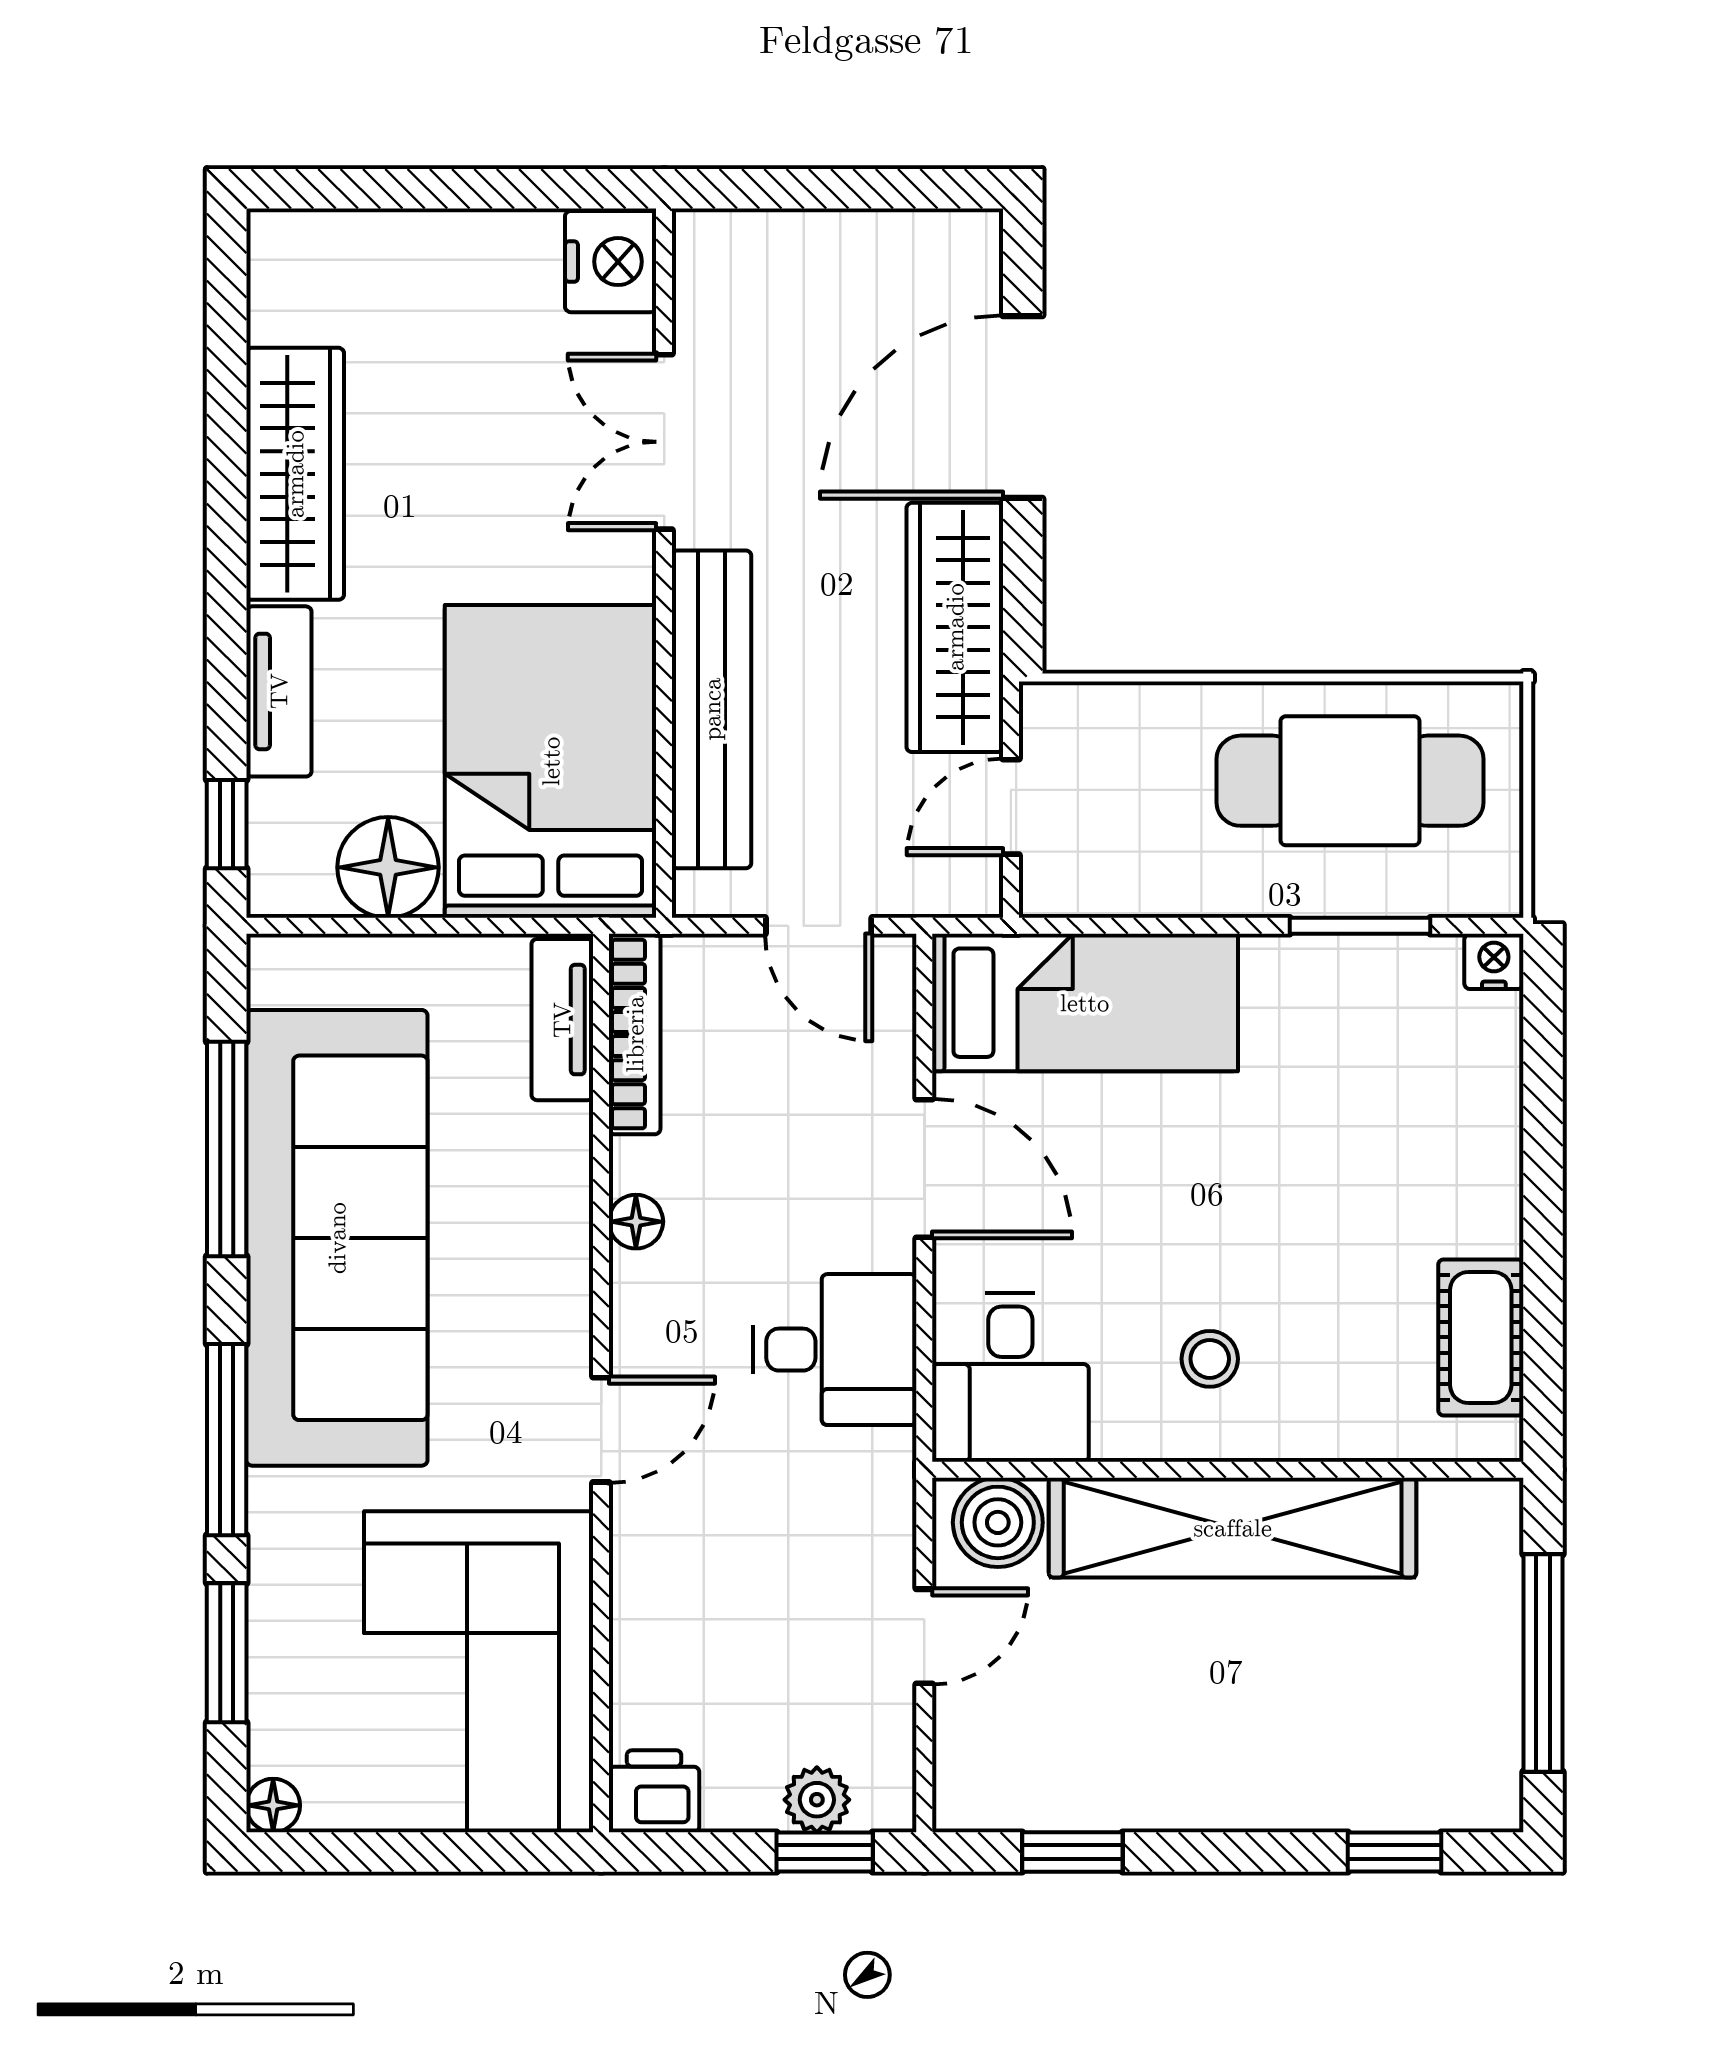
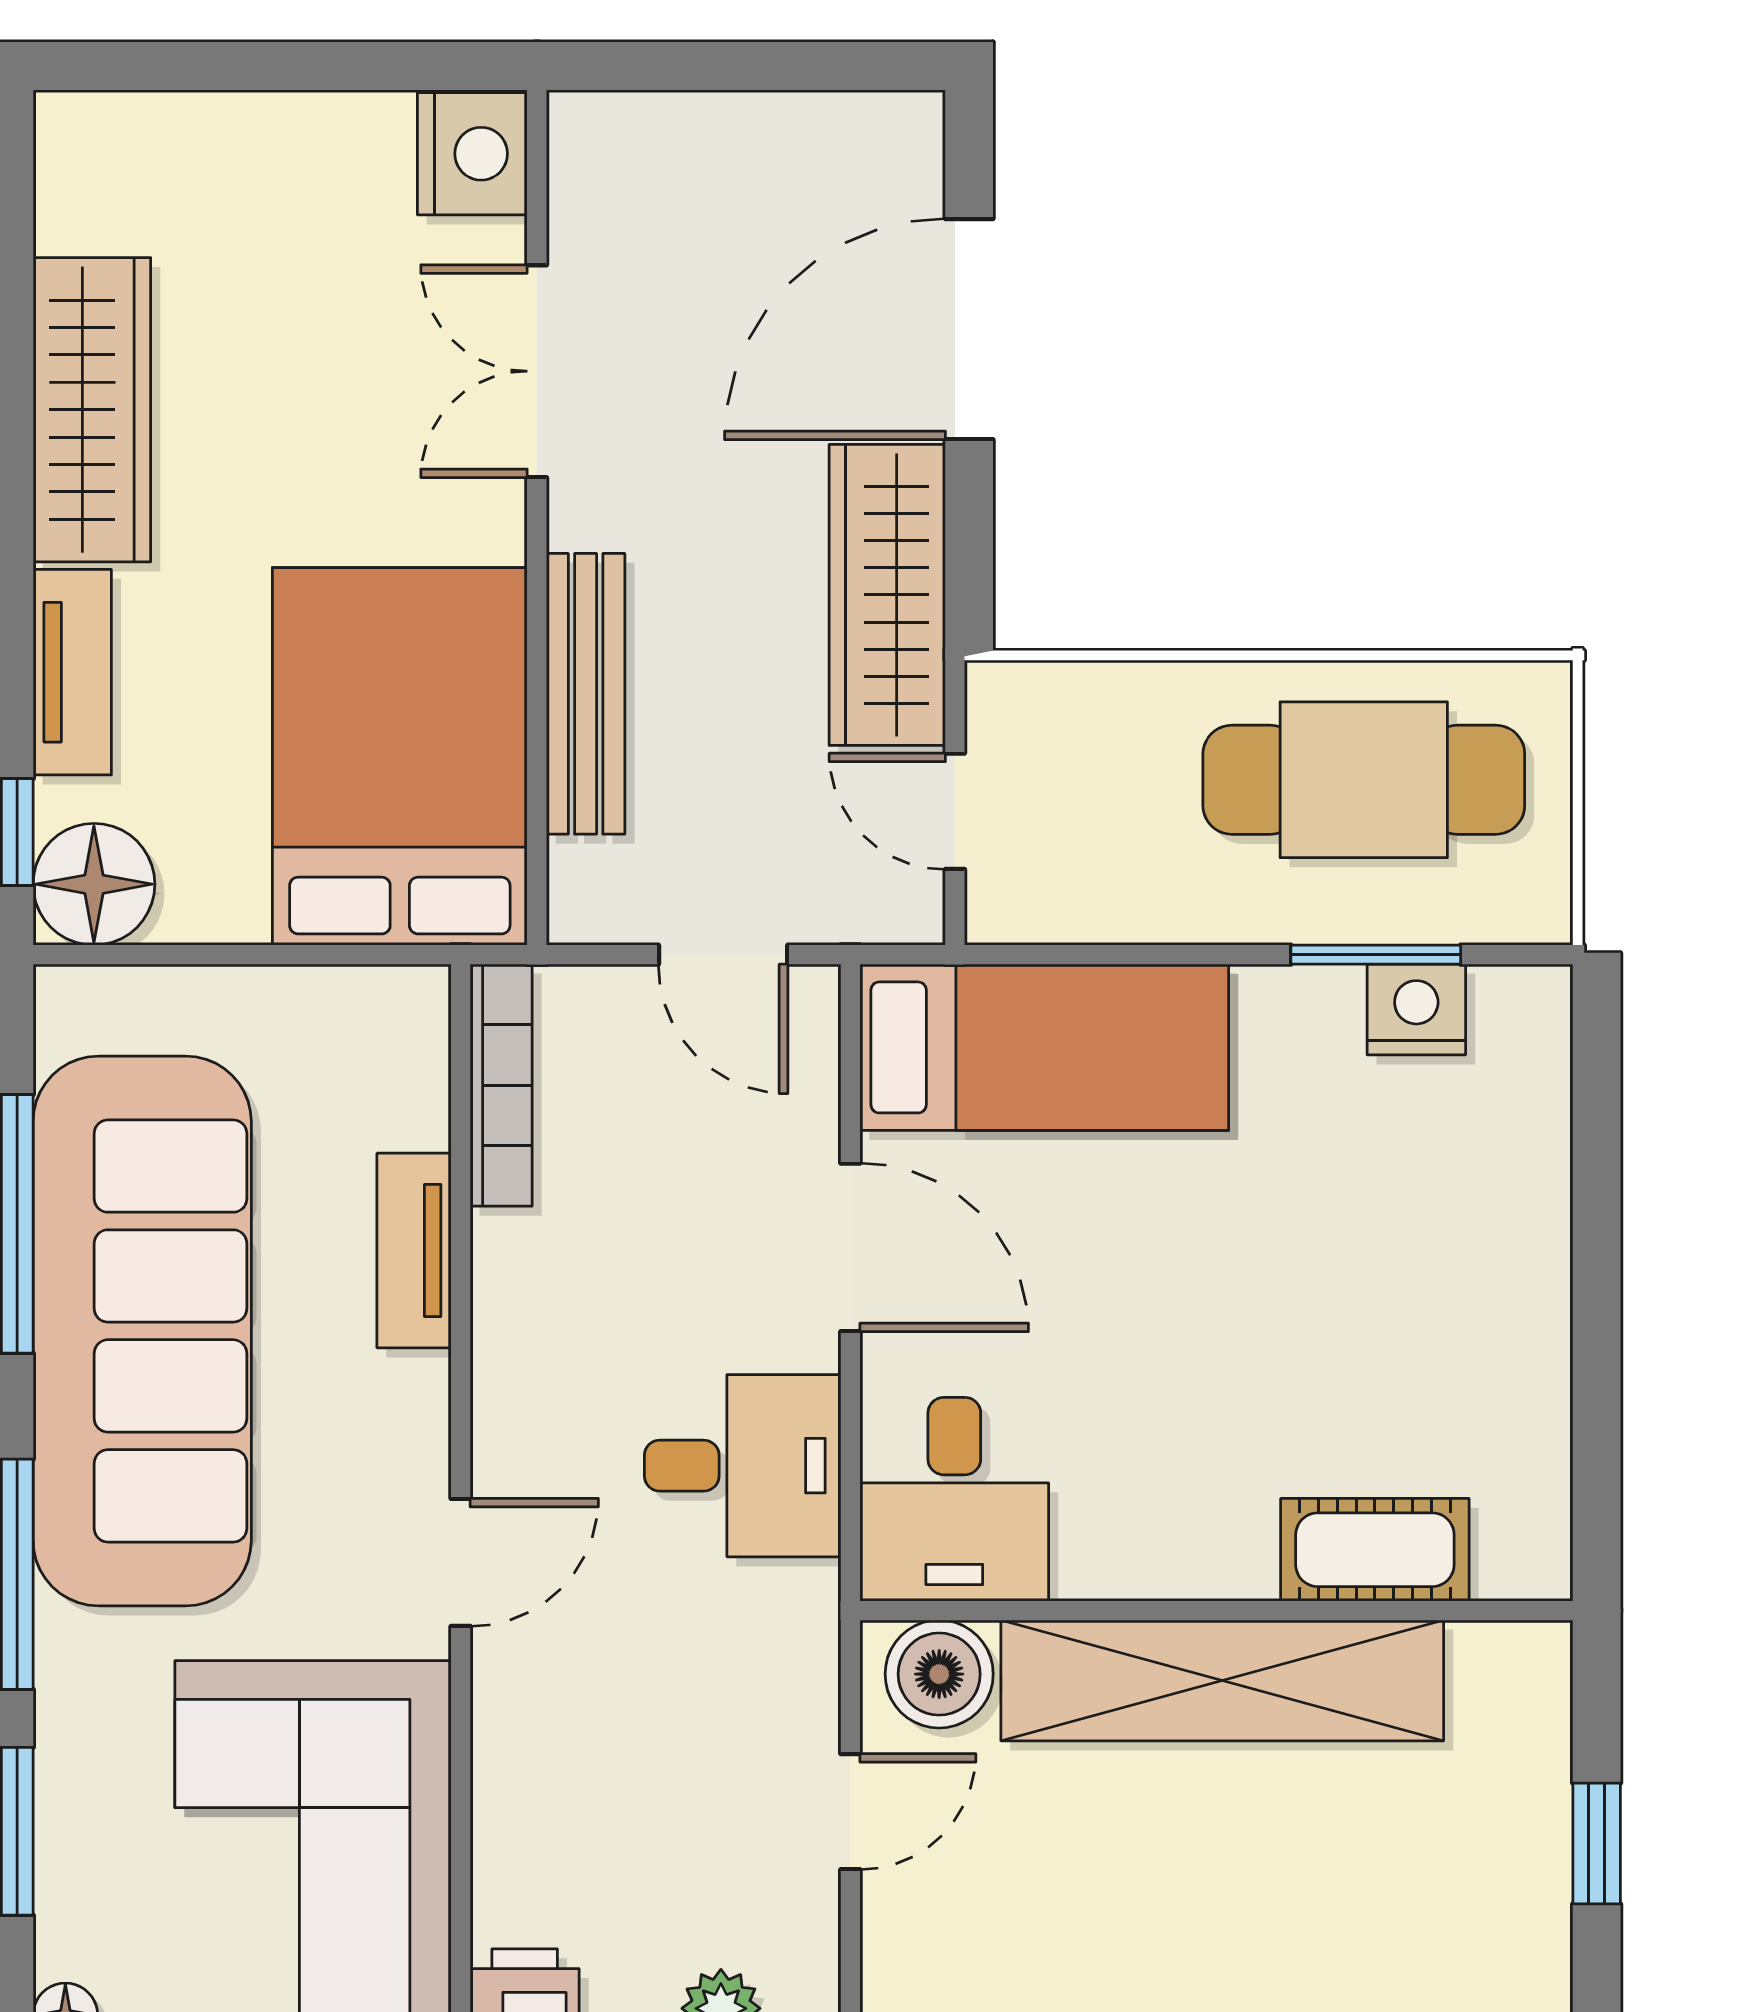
bench: (712, 709) -> (586, 694), width x0.73, depth x0.82
door: (1011, 807) -> (955, 811), hinge flipped
floor lamp: (388, 867) -> (94, 884), moved
nightstand: (1494, 961) -> (1416, 1010), moved, width x1.39, depth x1.35
tv unit: (562, 1020) -> (414, 1250), moved
floor lamp: (636, 1222) -> (503, 1311), removed
cot: (1481, 1337) -> (1375, 1550), moved, turned 90
stool: (1210, 1359) -> (1195, 1477), removed
window: (1543, 1663) -> (1597, 1844), width x0.46

